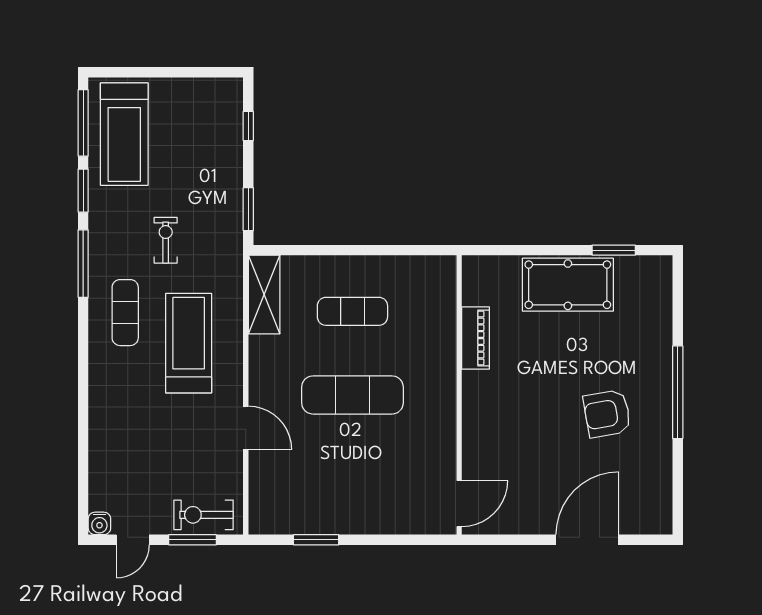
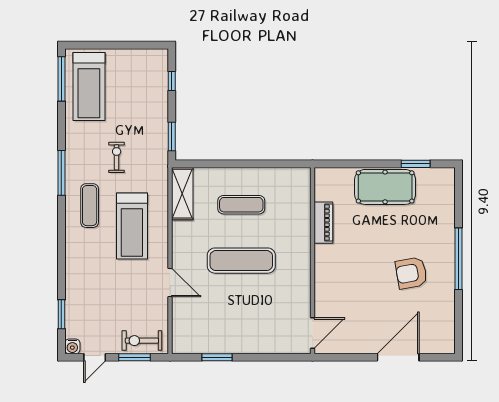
window: (83, 191) -> (61, 314), moved
treadmill: (189, 343) -> (132, 226), turned 180

